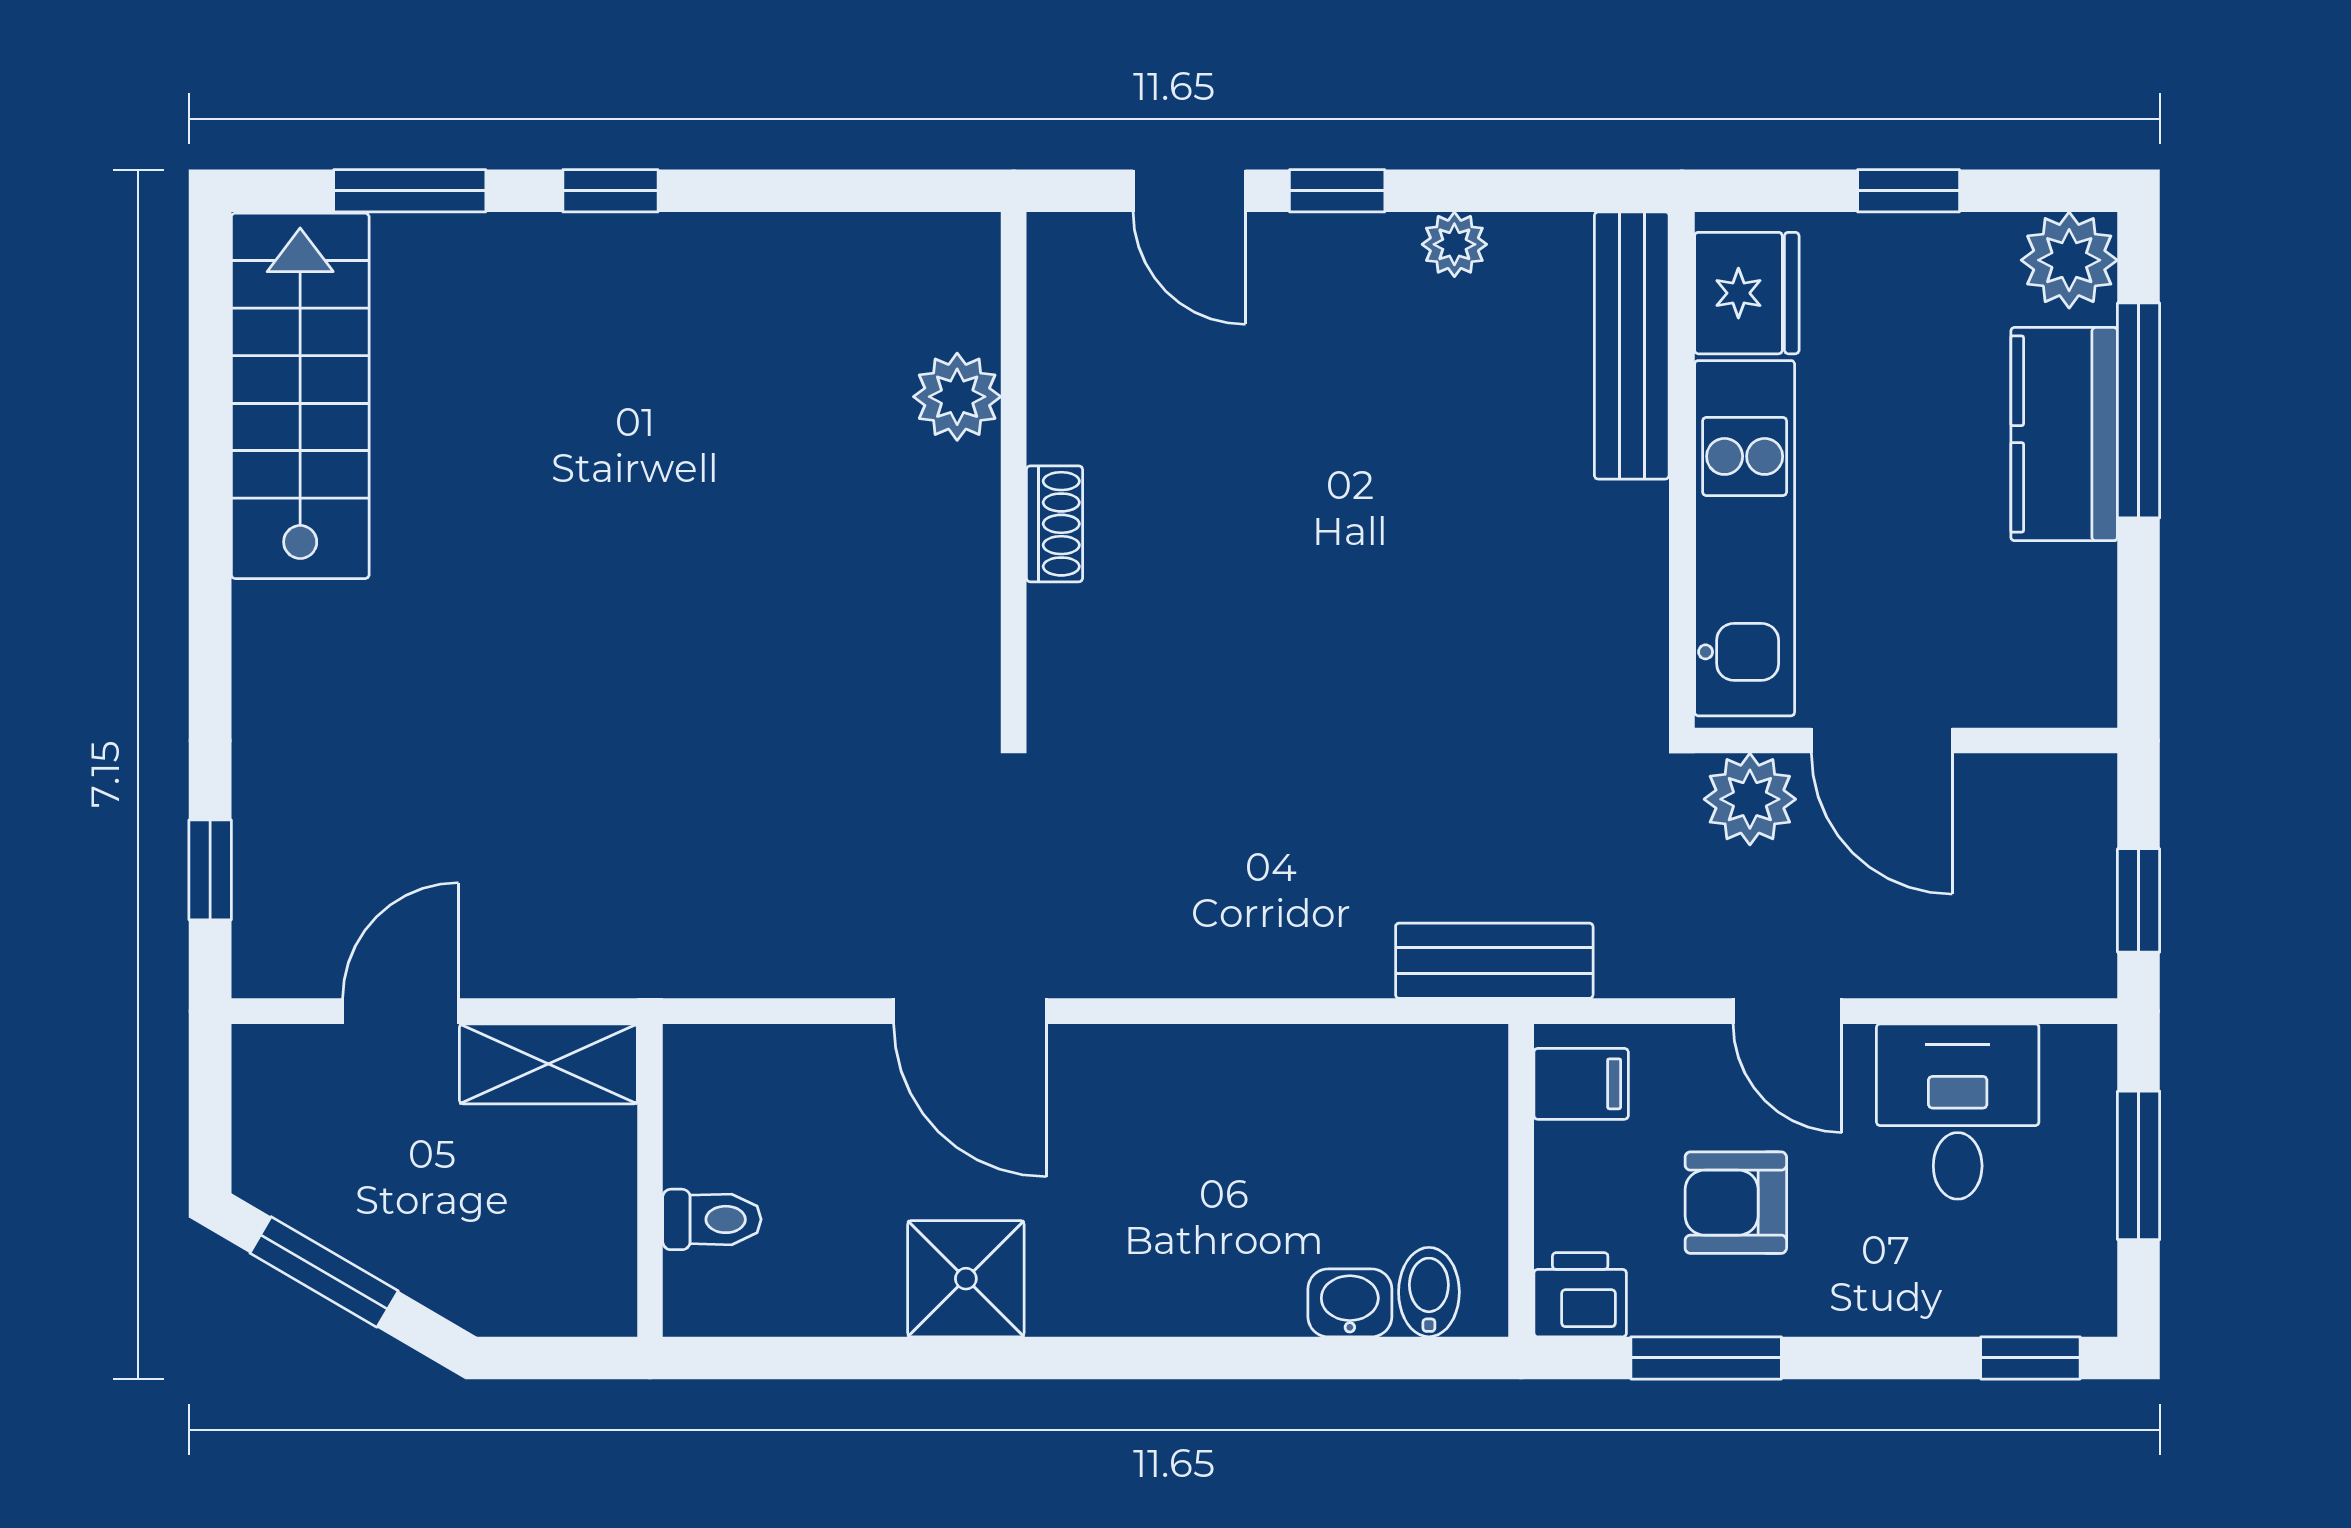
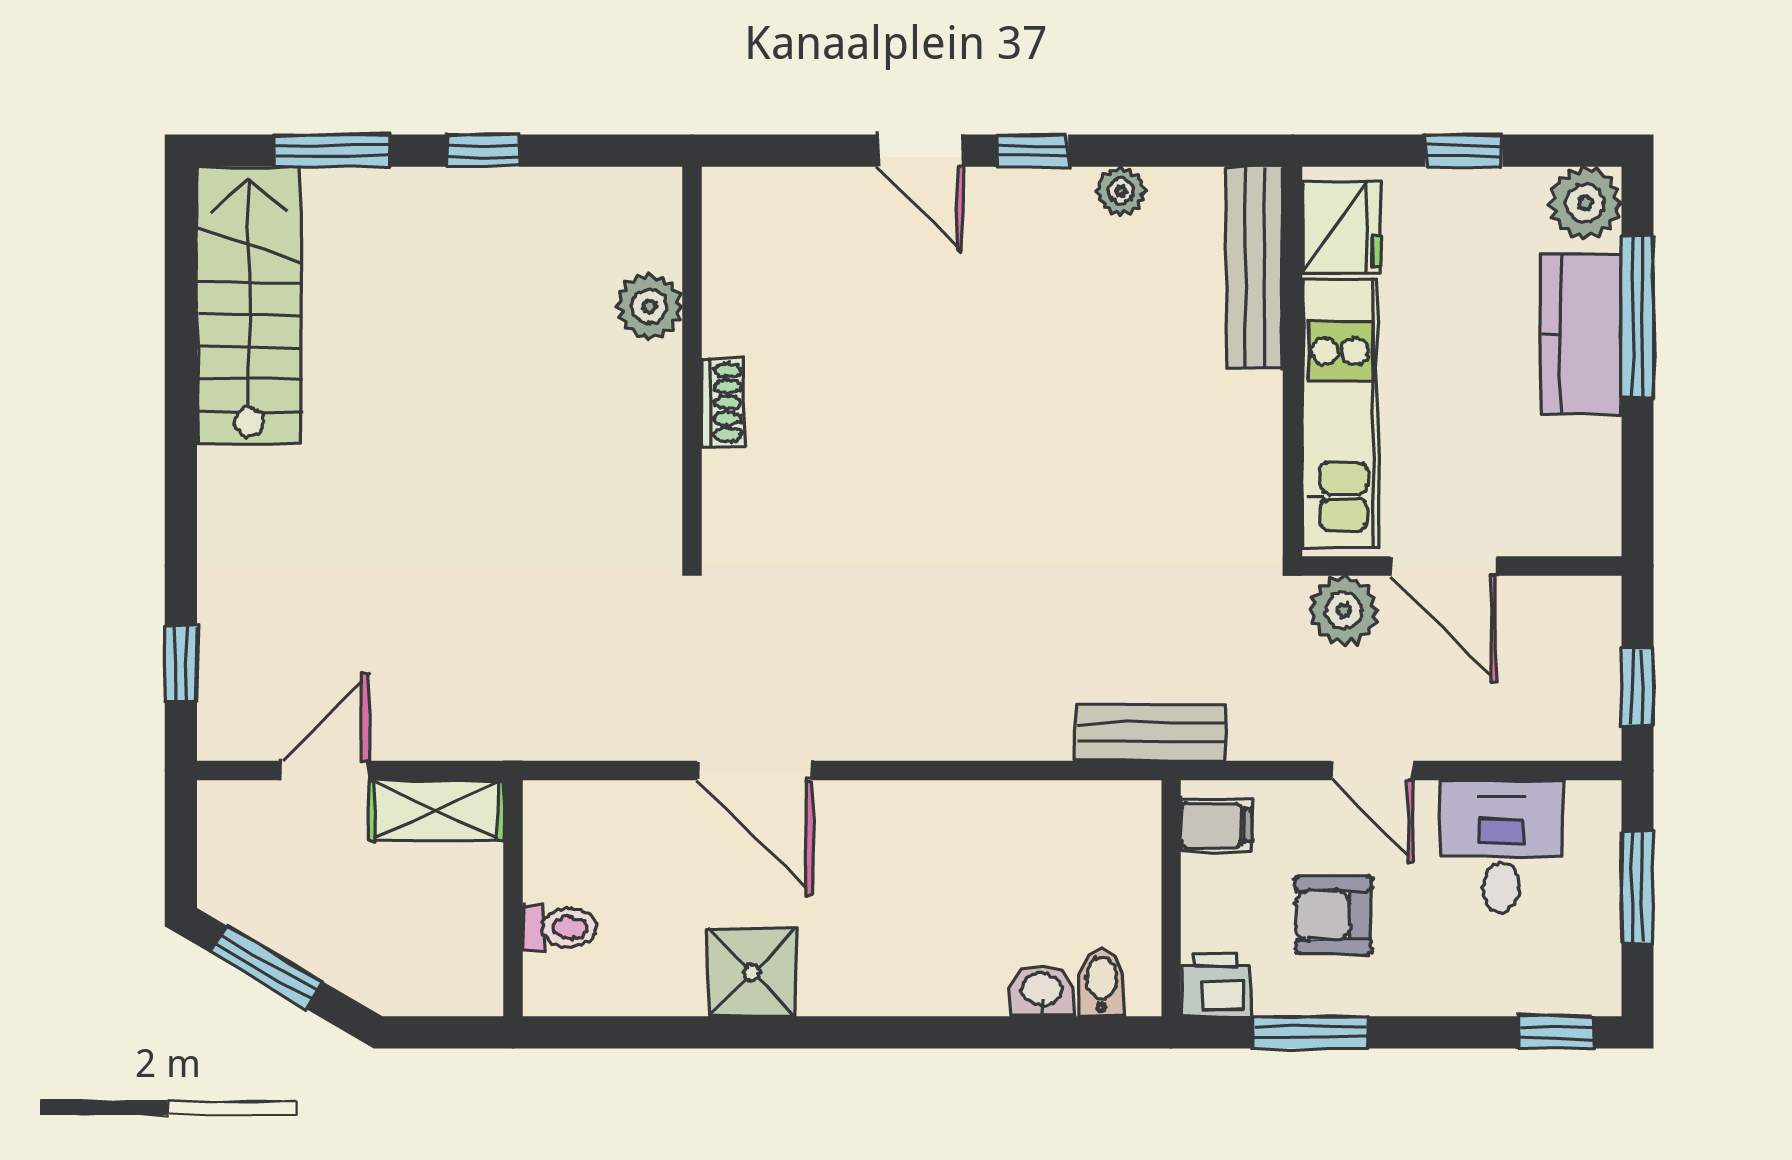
plant: (957, 397) -> (649, 306), moved
wall: (1014, 470) -> (692, 362), moved
shoe rack: (1054, 524) -> (723, 402), moved

